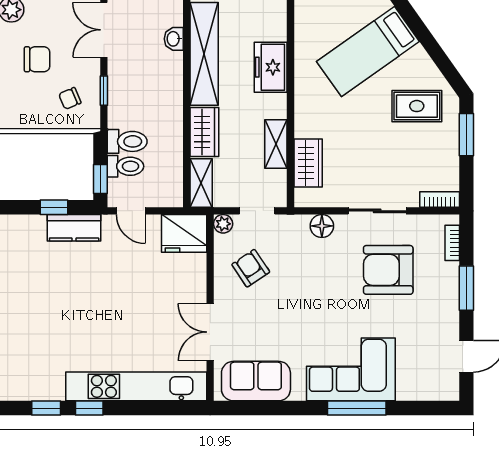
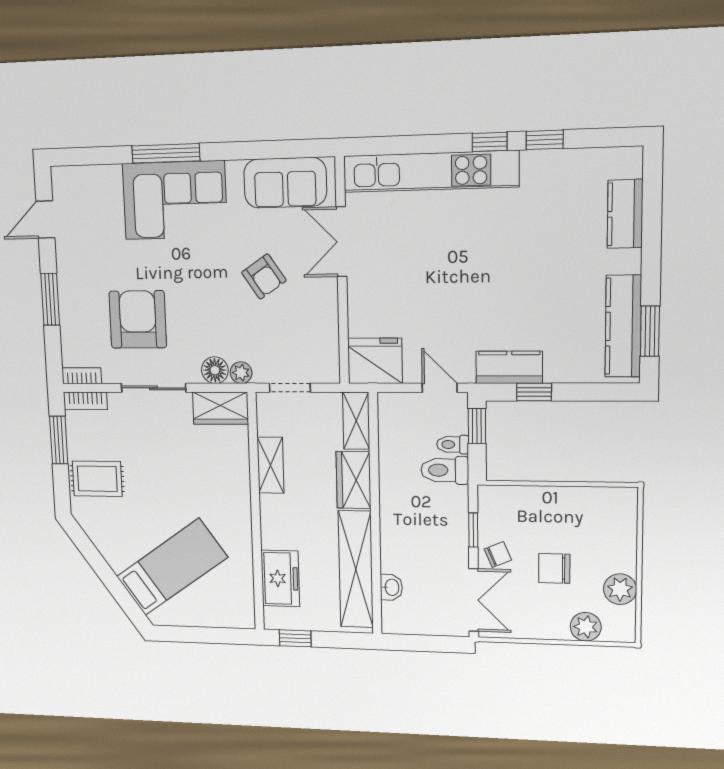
freezer: (271, 67) -> (280, 578), moved
chair: (70, 98) -> (498, 555), moved
rug: (417, 106) -> (97, 479), moved
window: (466, 135) -> (59, 440), moved
wardrobe: (308, 163) -> (220, 408), moved, turned -90
toilet: (125, 166) -> (453, 445), width x0.73, depth x0.72
plant: (223, 224) -> (241, 373), moved
bookcase: (452, 243) -> (82, 376), moved, turned -90
armchair: (251, 268) -> (264, 276), moved
armchair: (388, 270) -> (138, 319), turned -90
double door: (210, 332) -> (341, 242), swing flipped

